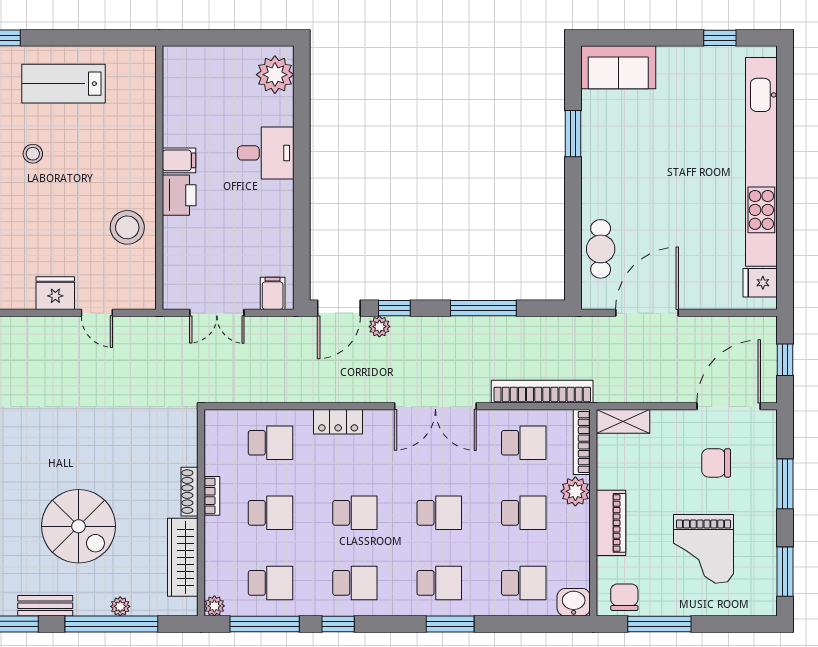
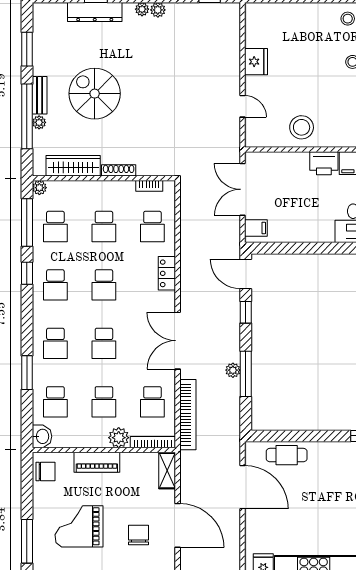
fridge: (55, 293) -> (256, 62), moved
door: (97, 313) -> (242, 106), swing flipped
double door: (217, 313) -> (242, 189), width x1.37
plant: (379, 327) -> (233, 370), moved
door: (729, 406) -> (178, 525), moved
bookcase: (212, 496) -> (149, 186), moved
spiral stairs: (79, 526) -> (95, 94), turned 90
bench: (45, 606) -> (40, 95), moved
window: (450, 624) -> (27, 373), moved
window: (659, 624) -> (27, 541), moved

